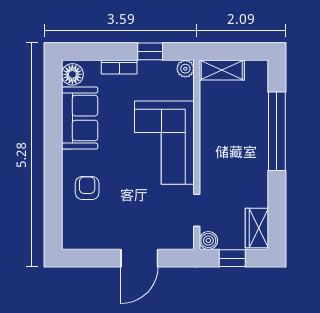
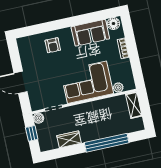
window: (150, 51) -> (135, 64), removed
plant: (185, 69) -> (118, 88), moved
armchair: (87, 188) -> (53, 45), turned 90
wardrobe: (257, 228) -> (69, 139), moved

